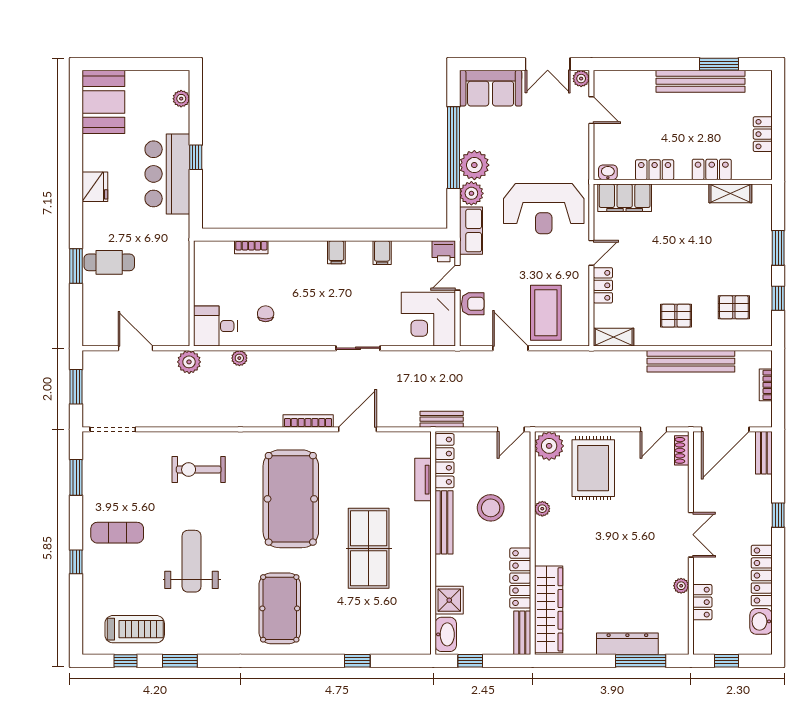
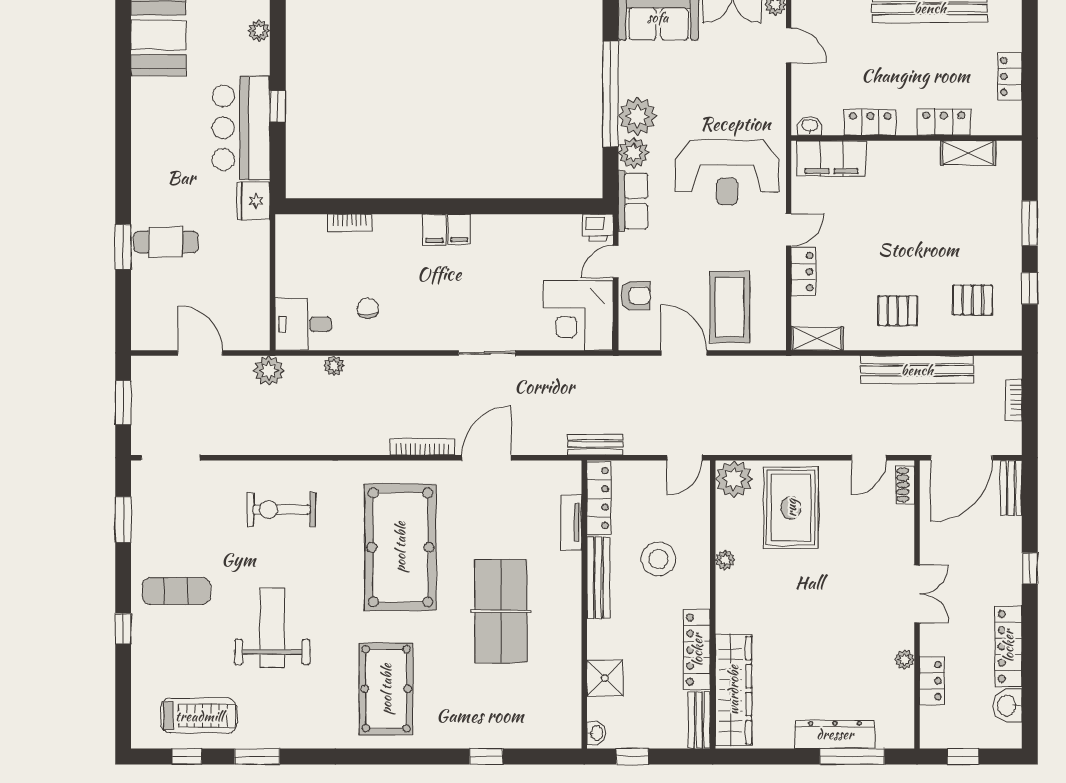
fridge: (95, 187) -> (253, 201), moved, turned 180
filing cabinet: (382, 253) -> (434, 229), moved
washbasin: (446, 634) -> (596, 733), width x0.52, depth x0.69

